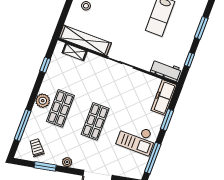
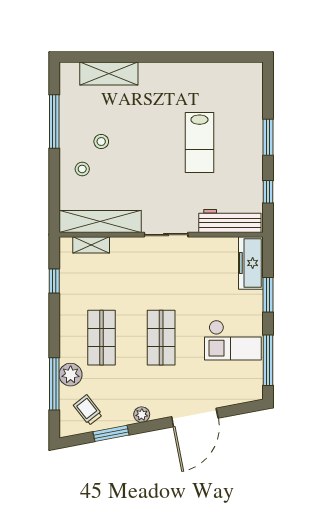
workbench: (166, 70) -> (230, 221), width x1.38
plant: (43, 101) -> (71, 375), moved

